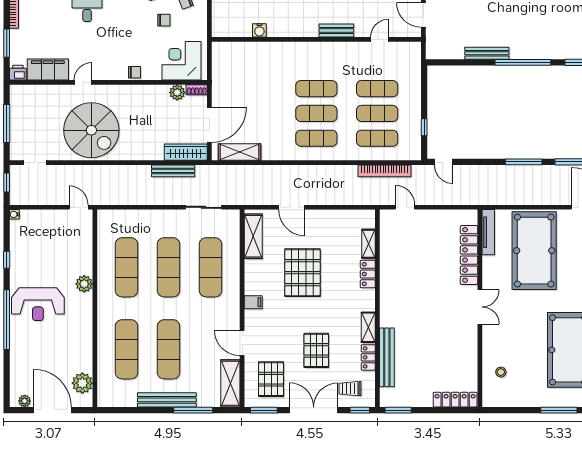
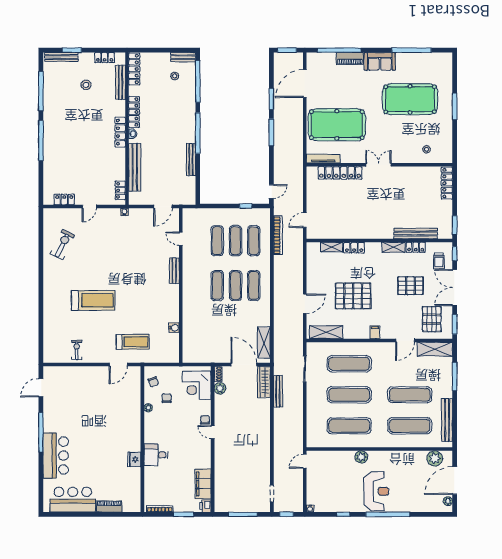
door: (83, 82) -> (213, 432), moved
spiral stairs: (91, 130) -> (248, 452), removed
pallet: (271, 379) -> (432, 319), turned 90
bench: (167, 400) -> (447, 420), moved

